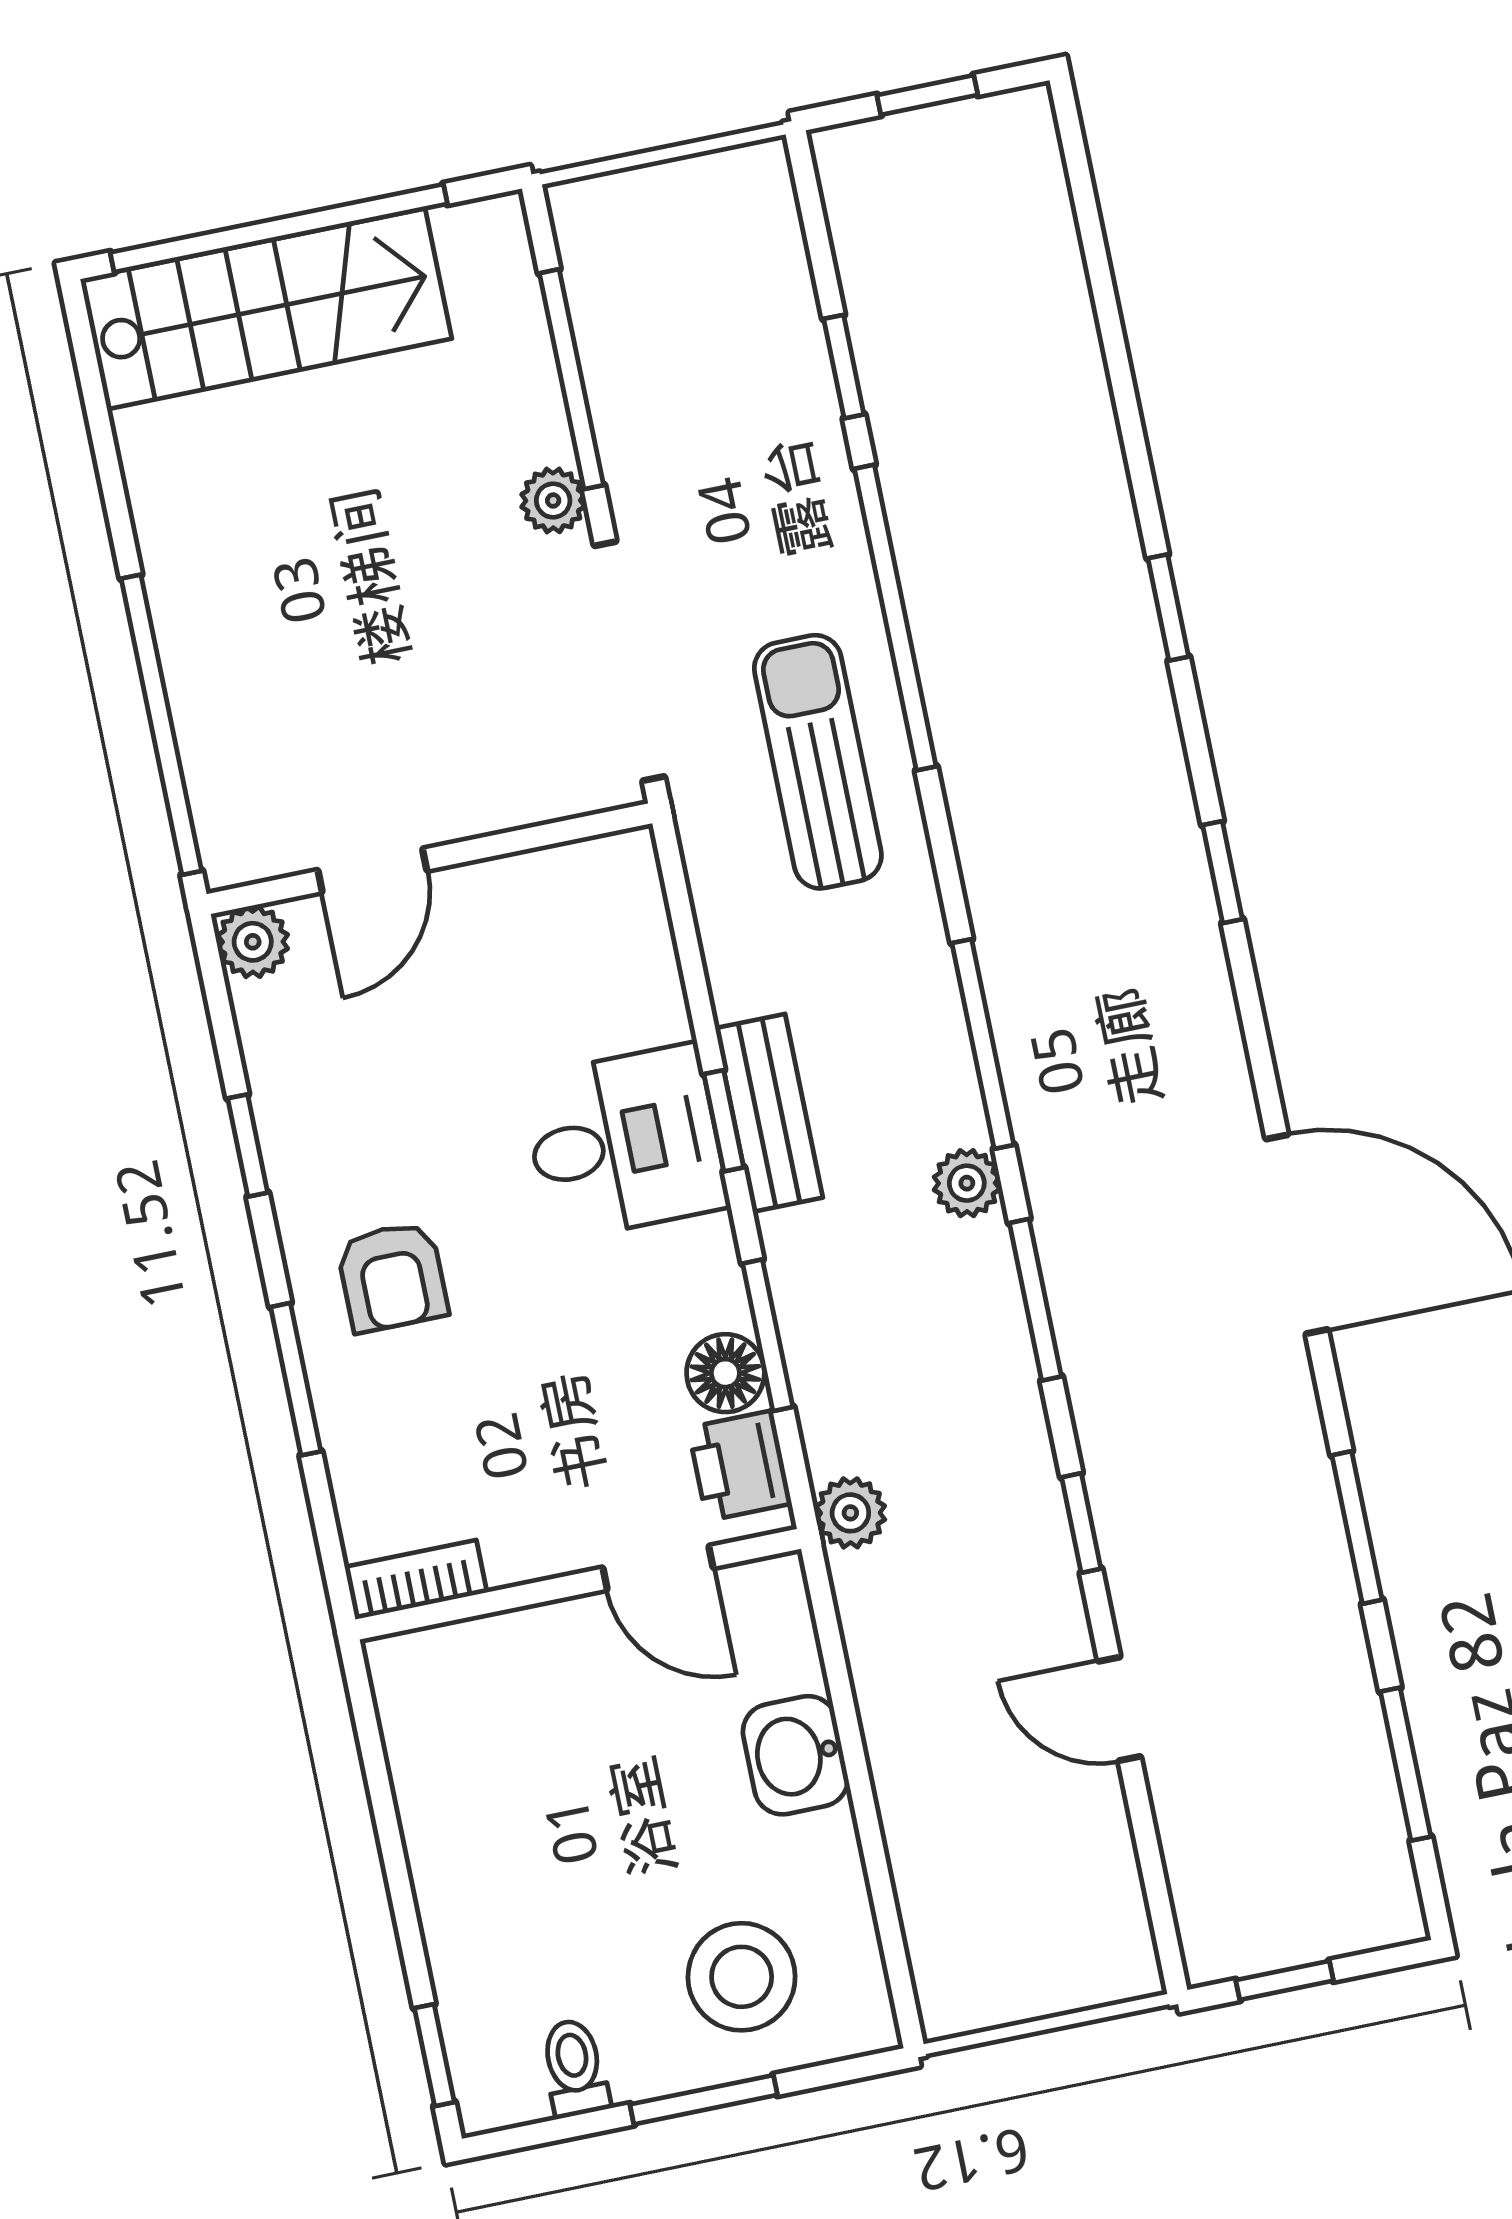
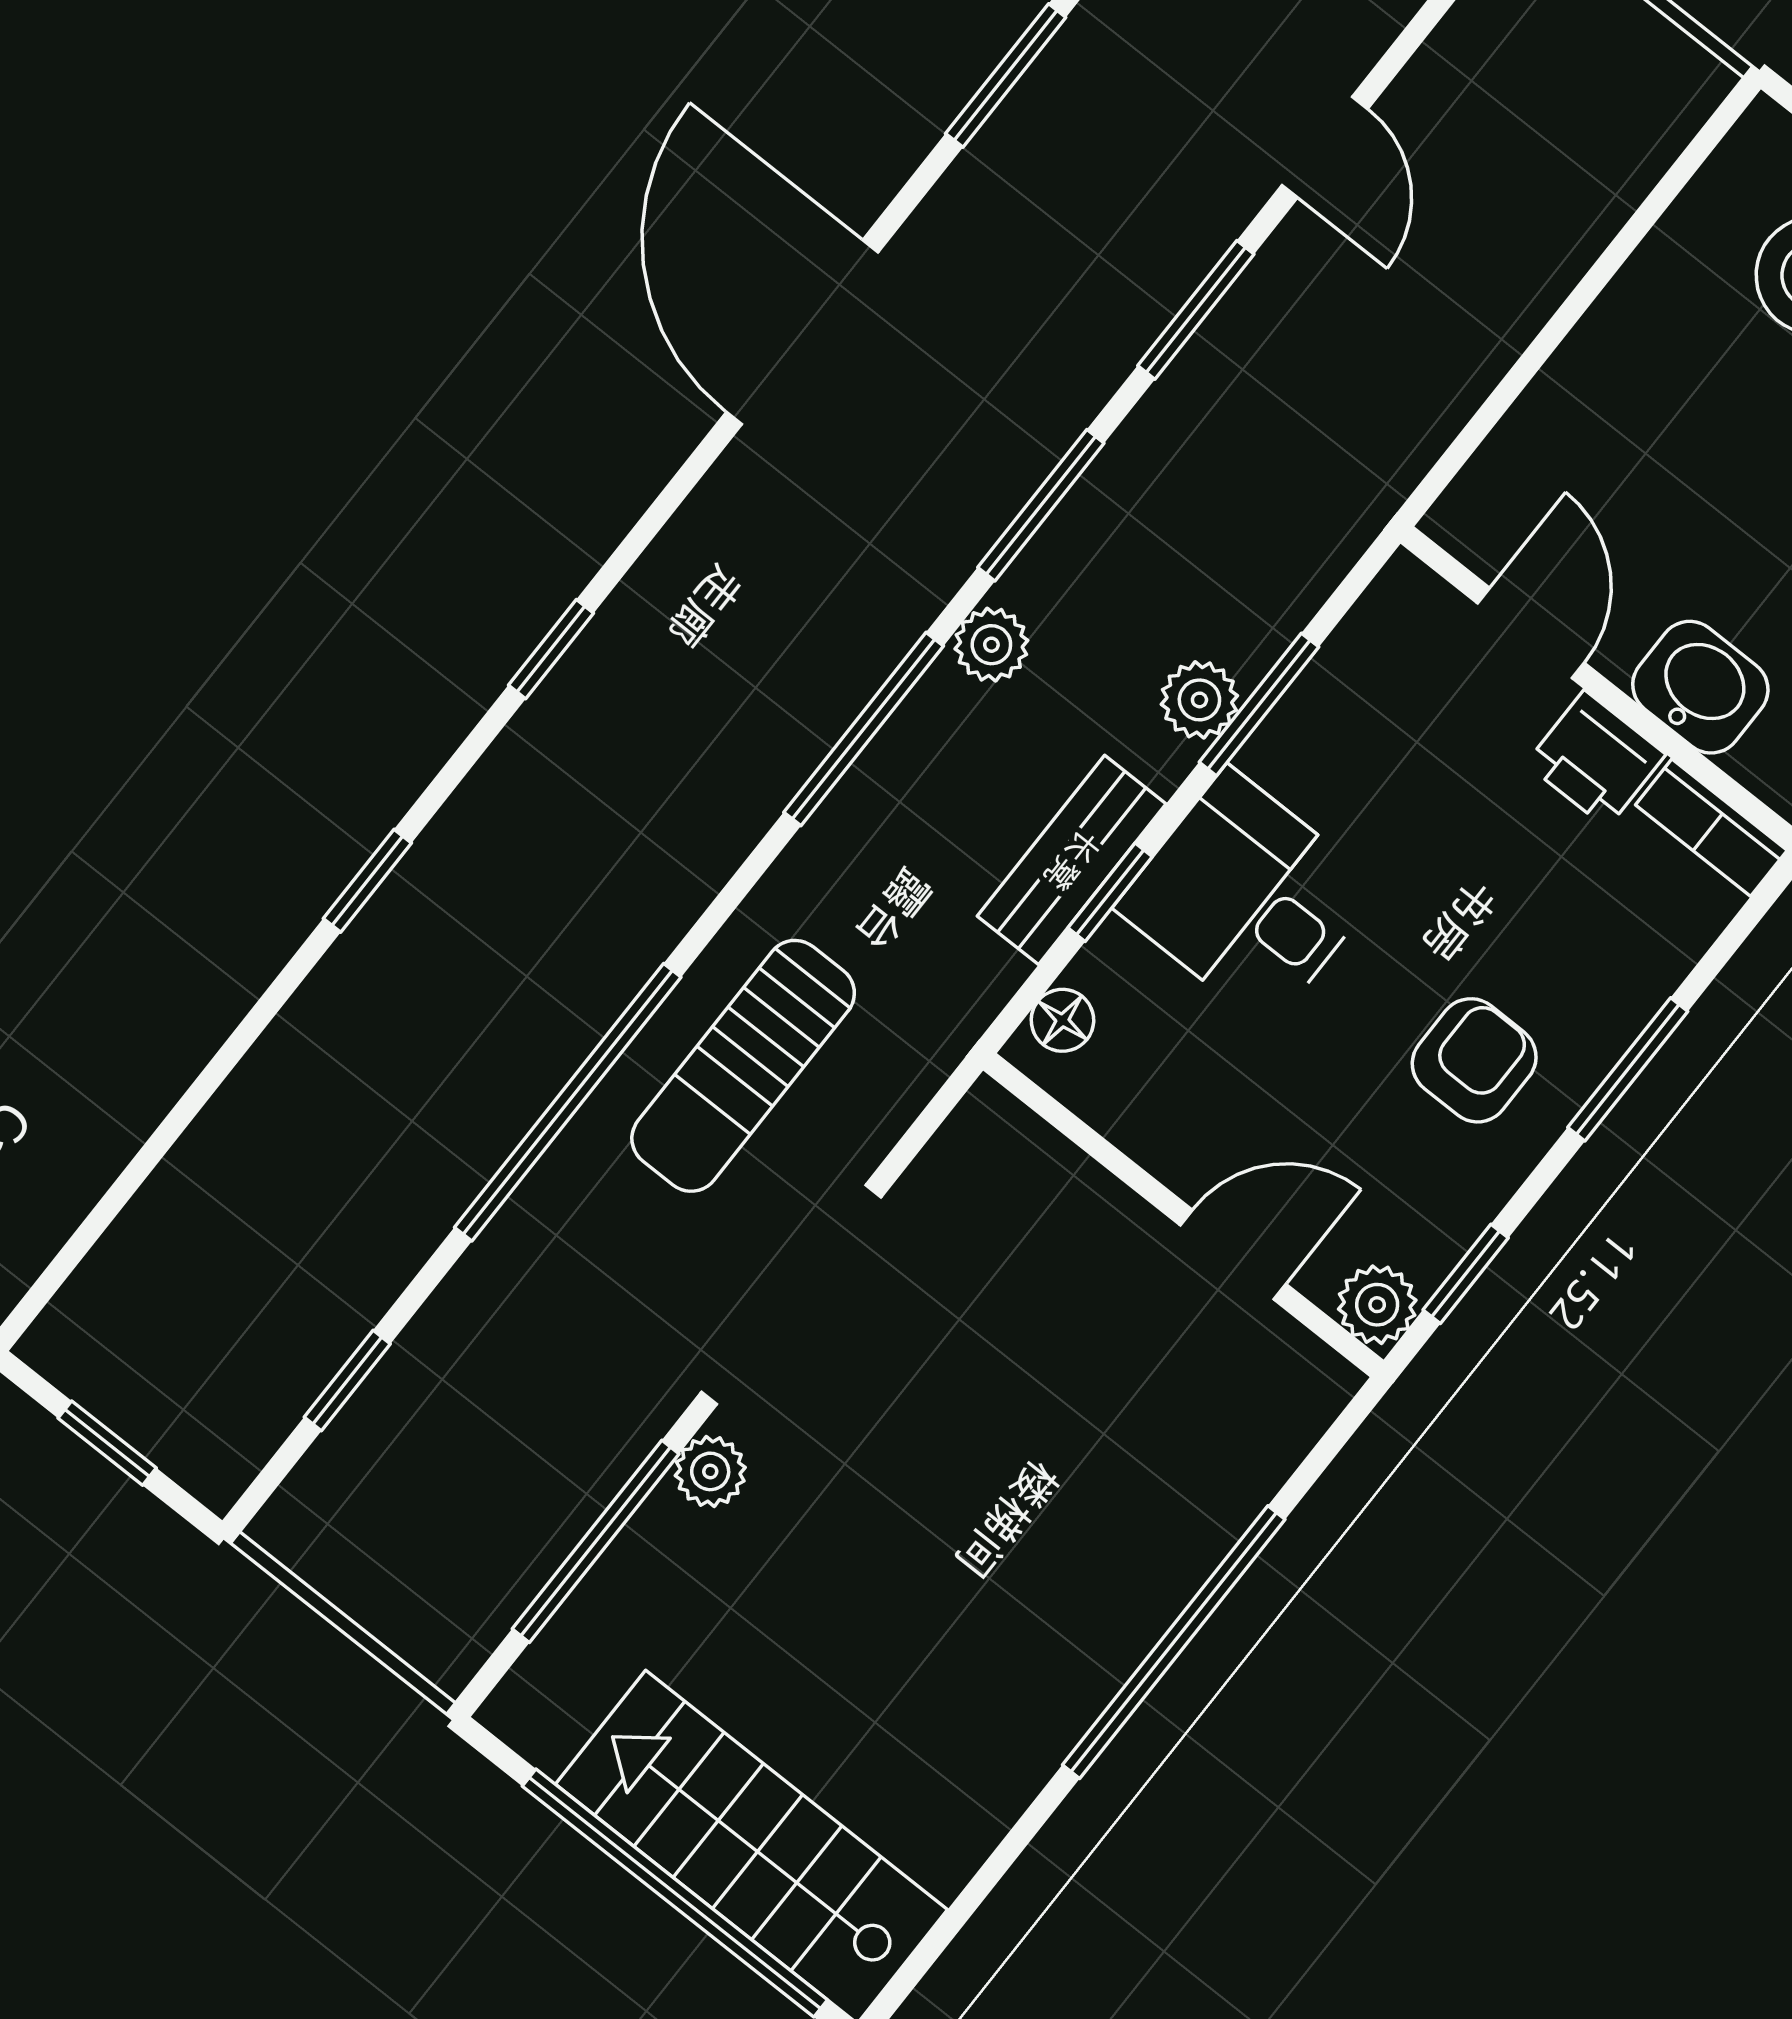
window: (844, 367) -> (347, 1381), moved
wall: (429, 859) -> (1183, 1215), moved
door: (372, 870) -> (1233, 1255), moved
plant: (253, 942) -> (1377, 1305), moved
desk: (624, 1142) -> (1248, 898), moved
floor lamp: (725, 1373) -> (1062, 1020), moved, width x0.73, depth x0.73
printer: (740, 1466) -> (1596, 759), moved, turned 90
plant: (850, 1513) -> (1199, 700), moved
window: (1081, 1523) -> (1196, 310), width x1.50
washbasin: (795, 1755) -> (1700, 687), moved, turned -90

